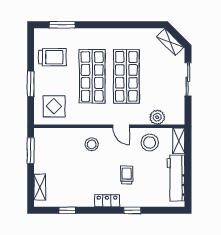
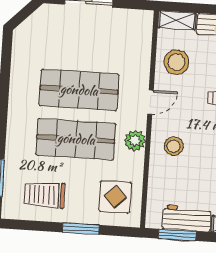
shelving: (170, 42) -> (33, 23), removed
trolley: (52, 57) -> (44, 195), turned -90
plant: (157, 117) -> (135, 141), moved
workbench: (42, 157) -> (187, 218), added

